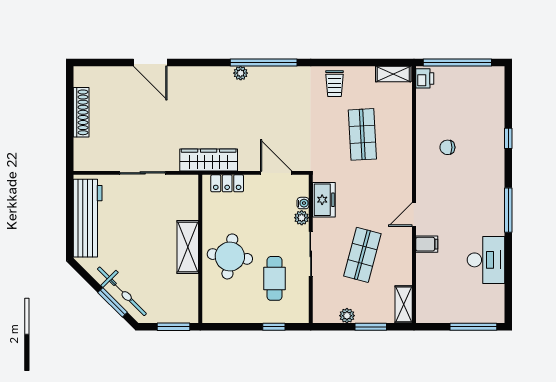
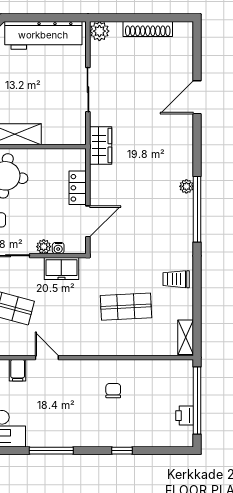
printer: (425, 78) -> (185, 416), moved, turned 90
wardrobe: (209, 160) -> (101, 145), width x0.67
plant: (83, 161) -> (99, 31), added
locker: (227, 183) -> (78, 188), moved

